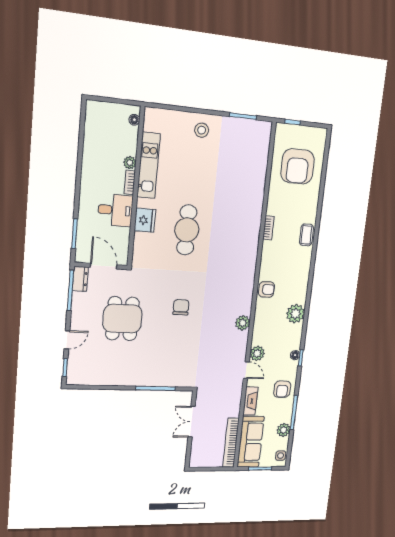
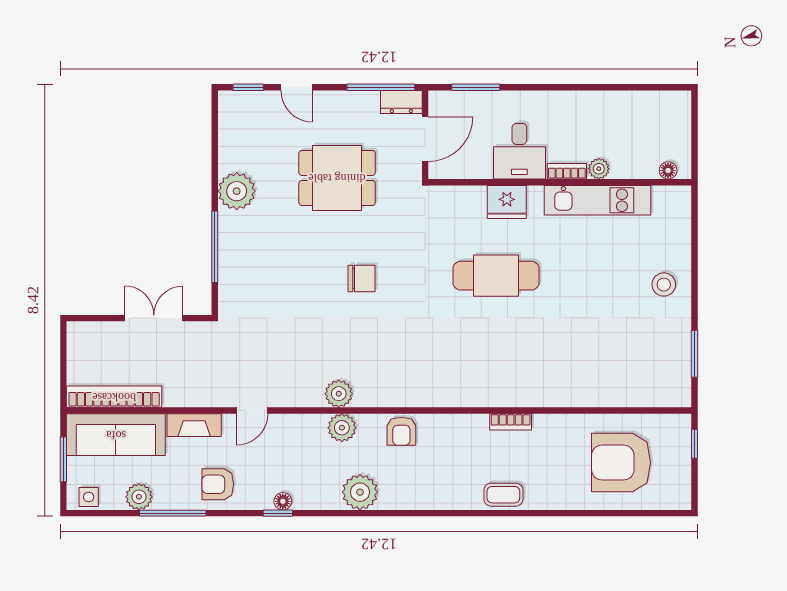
plant: (257, 353) -> (342, 428), moved
plant: (125, 376) -> (237, 191), added

